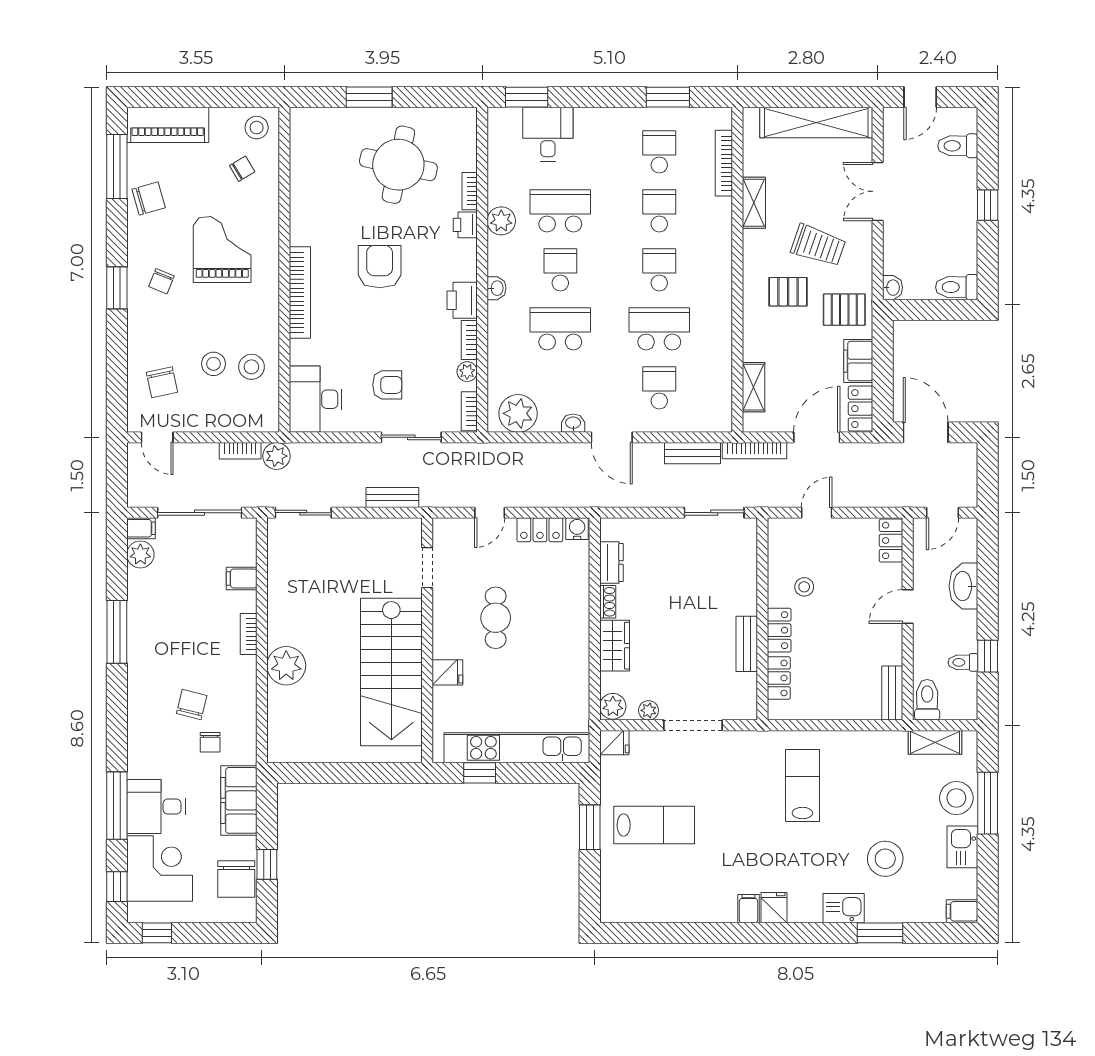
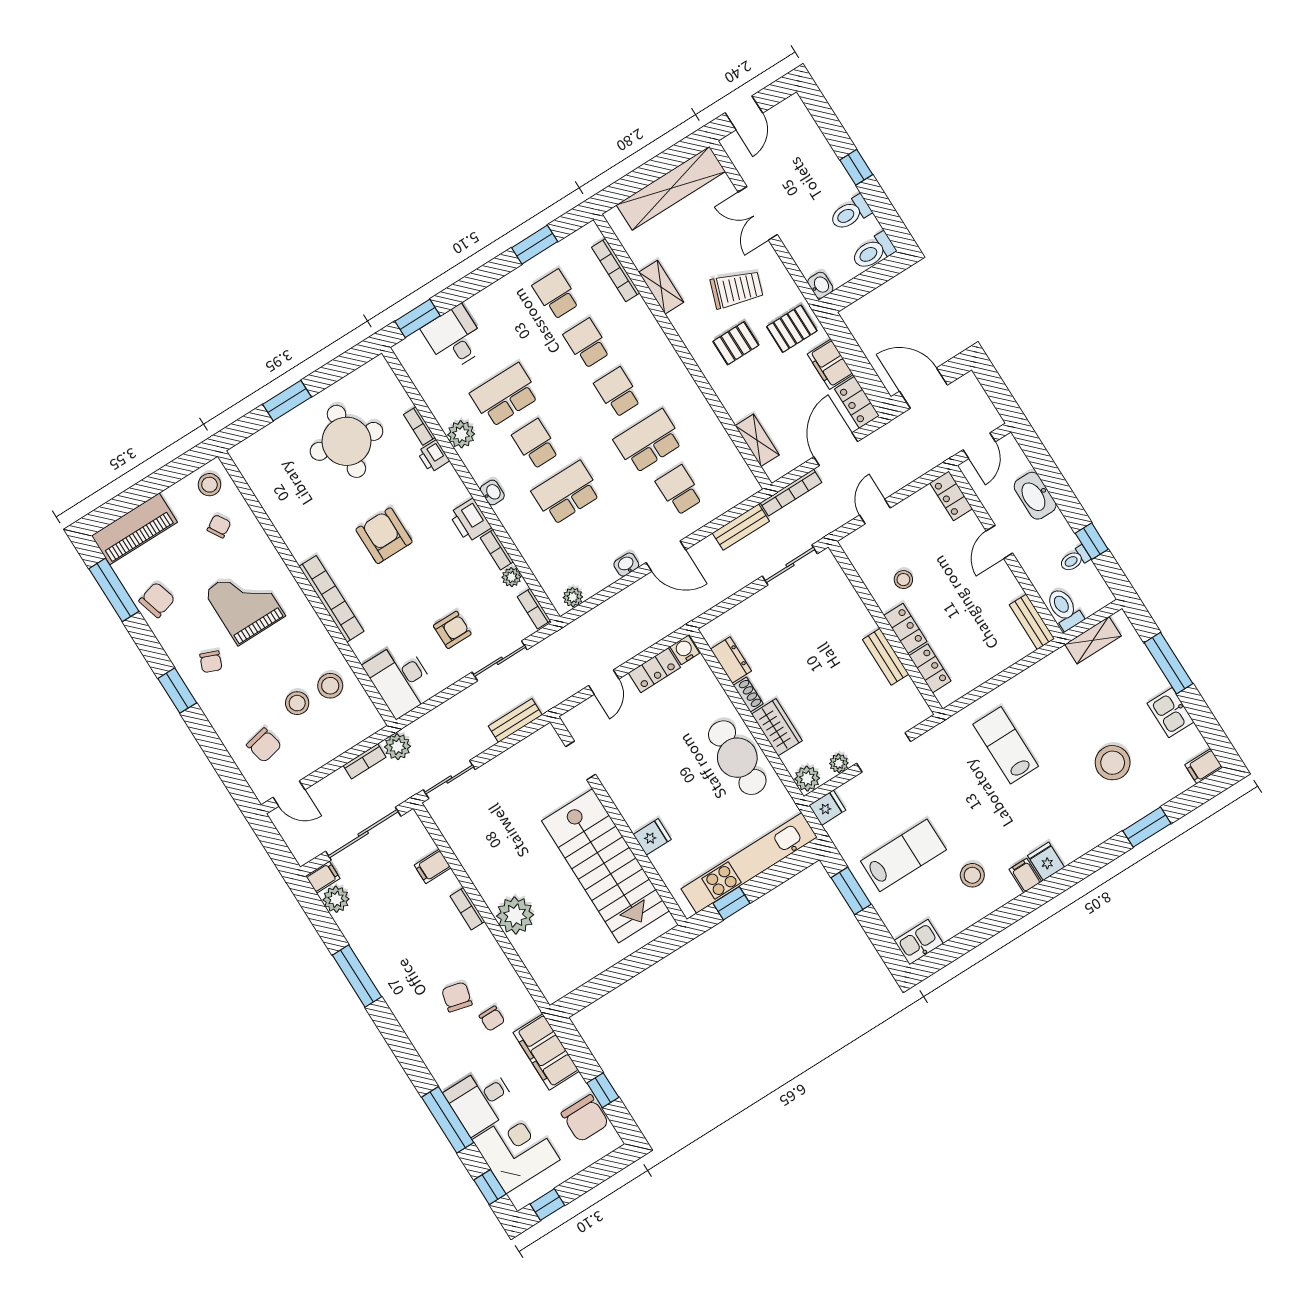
toilet: (958, 146) -> (850, 213), moved
plant: (518, 413) -> (573, 597), width x0.53, depth x0.53
cafe table: (496, 618) -> (737, 758), moved, width x1.37, depth x1.35
stool: (956, 798) -> (972, 875), moved, width x0.73, depth x0.73
kitchen sink: (844, 908) -> (919, 942), moved

